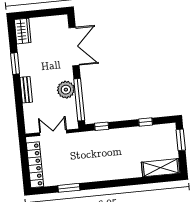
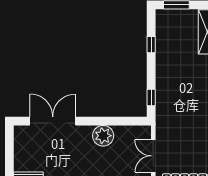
window: (79, 100) -> (117, 121), removed

